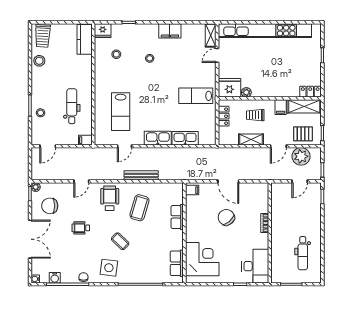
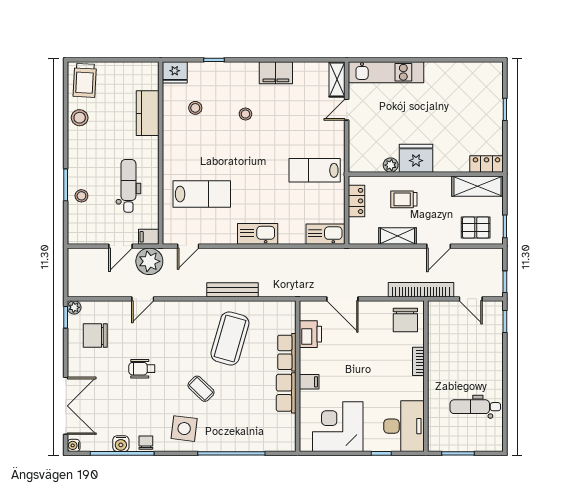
kitchen unit: (265, 31) -> (386, 72), width x0.54
kitchen counter: (85, 39) -> (148, 113), moved
fridge: (229, 88) -> (416, 158), moved
filing cabinet: (281, 107) -> (442, 187), removed
lab bench: (121, 112) -> (202, 194), turned -90
kitchen sink: (185, 138) -> (326, 234), moved
door: (48, 146) -> (121, 246), moved
door: (125, 146) -> (188, 246), moved
plant: (301, 156) -> (149, 261), moved
bookcase: (267, 175) -> (421, 290), added
door: (228, 181) -> (342, 299), moved
door: (300, 181) -> (471, 299), hinge flipped
filing cabinet: (192, 190) -> (309, 382), moved
wheelchair: (110, 198) -> (185, 324), removed
printer: (193, 205) -> (310, 334), added
coffee table: (139, 208) -> (230, 338), width x1.36, depth x1.32
chair: (226, 217) -> (405, 320), moved, turned -140
double door: (30, 239) -> (66, 406), moved
dental chair: (303, 253) -> (475, 407), turned 90
corner desk: (202, 259) -> (338, 427), moved, turned -90
row of seats: (177, 263) -> (286, 393), moved
water cooler: (55, 278) -> (121, 444), moved

